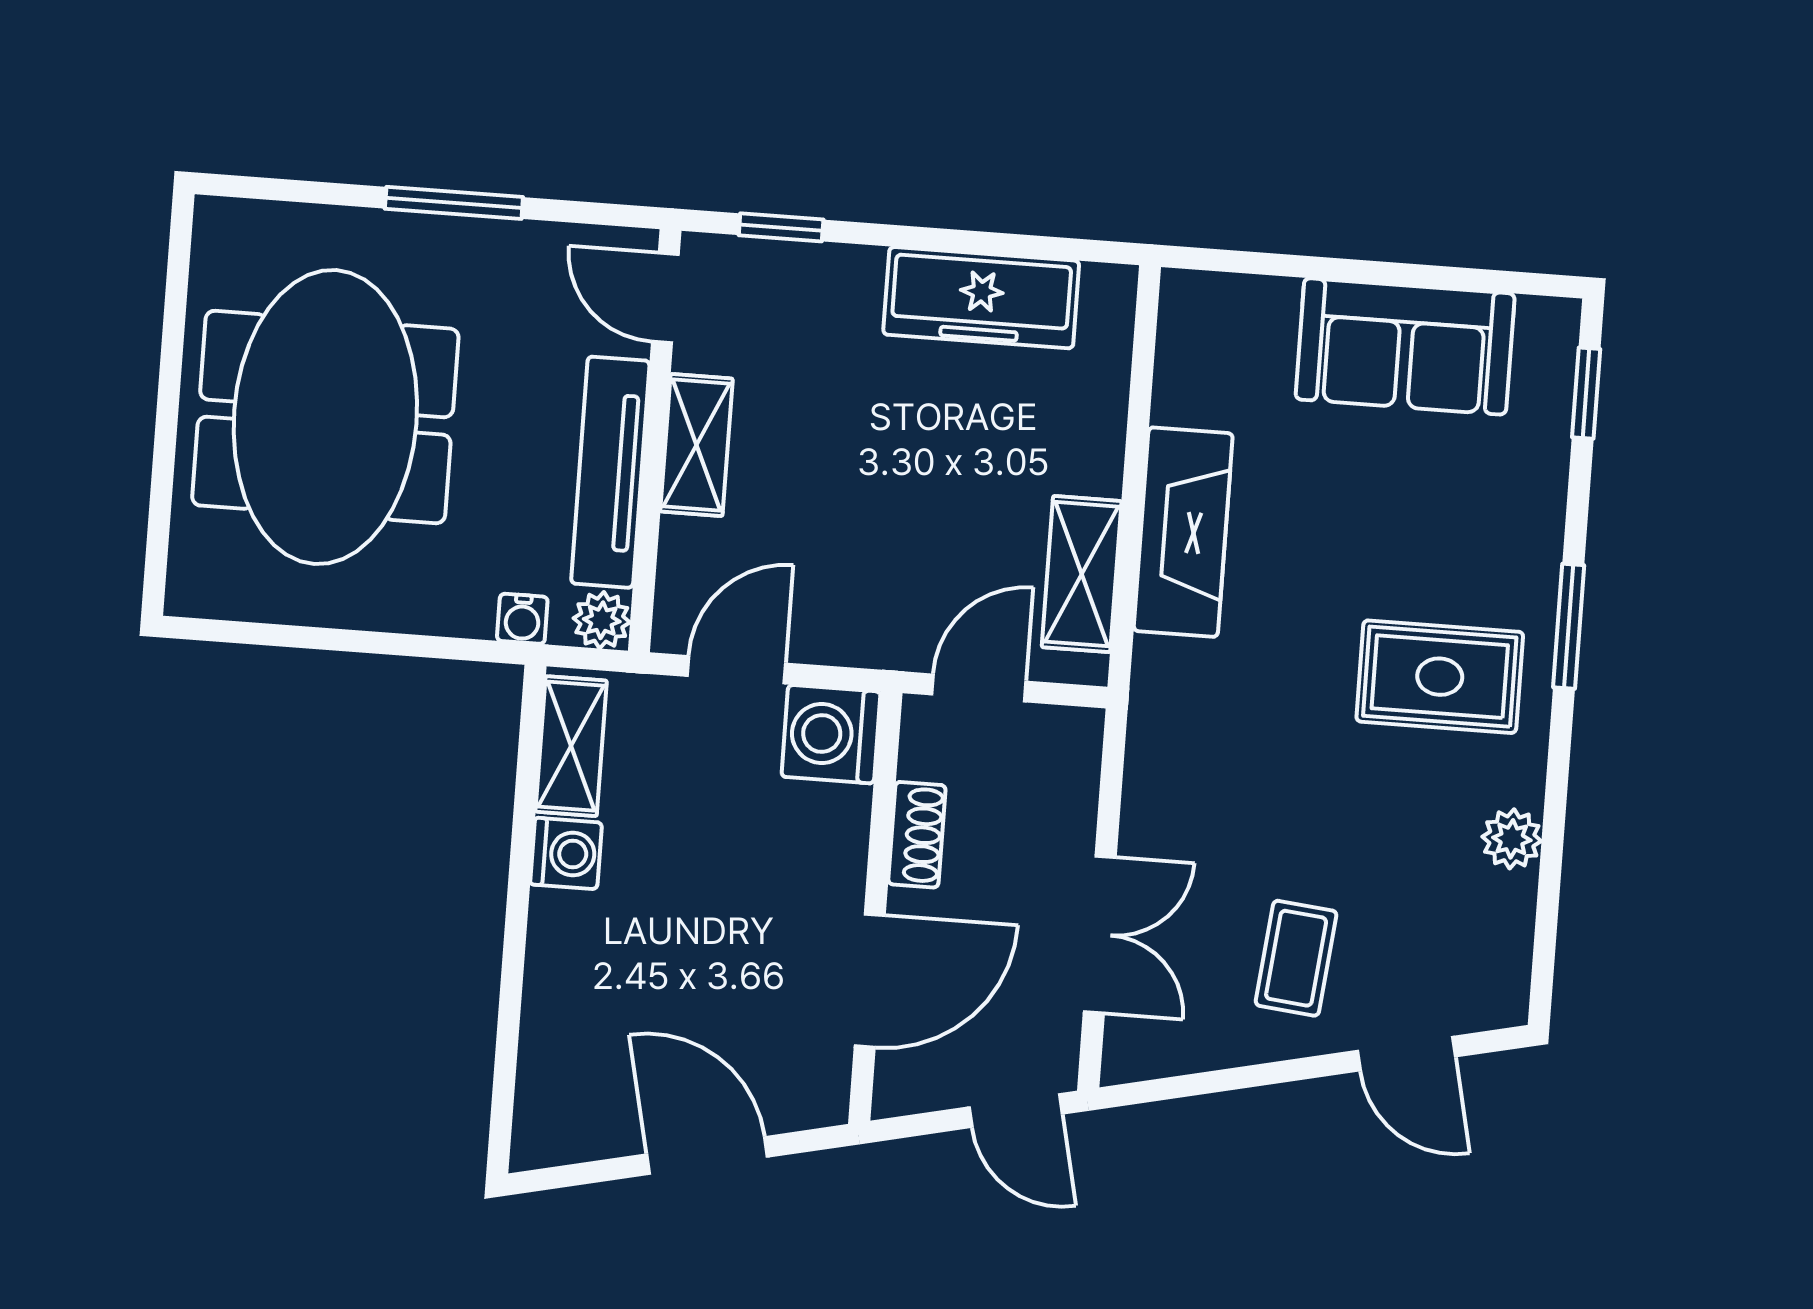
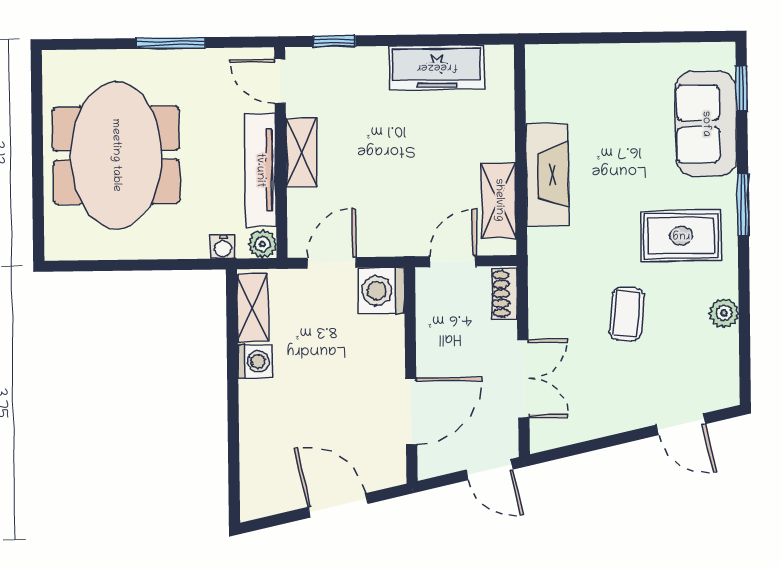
sofa: (1405, 346) -> (706, 124), moved, turned 90
shoe rack: (917, 835) -> (504, 294), moved, turned 180
coffee table: (1296, 958) -> (627, 314), moved

